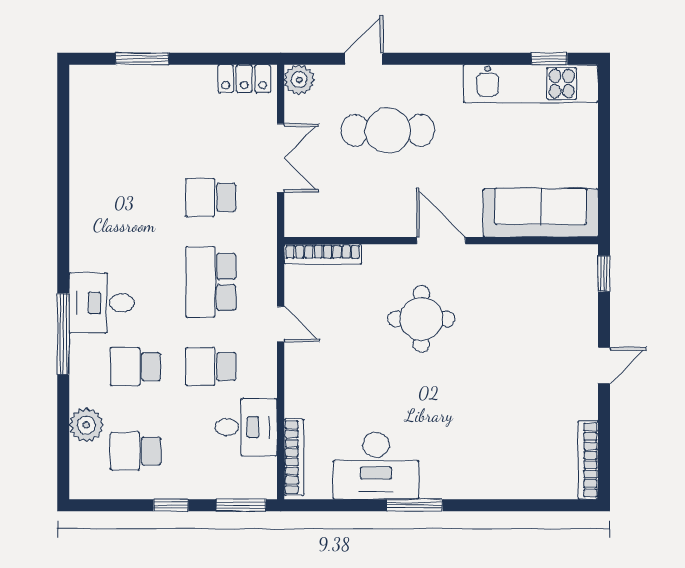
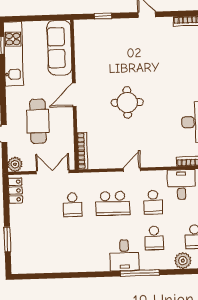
sofa: (541, 213) -> (59, 48), moved
door: (441, 241) -> (74, 95), moved
wall: (441, 241) -> (74, 95), moved
bookcase: (323, 254) -> (82, 151), moved

